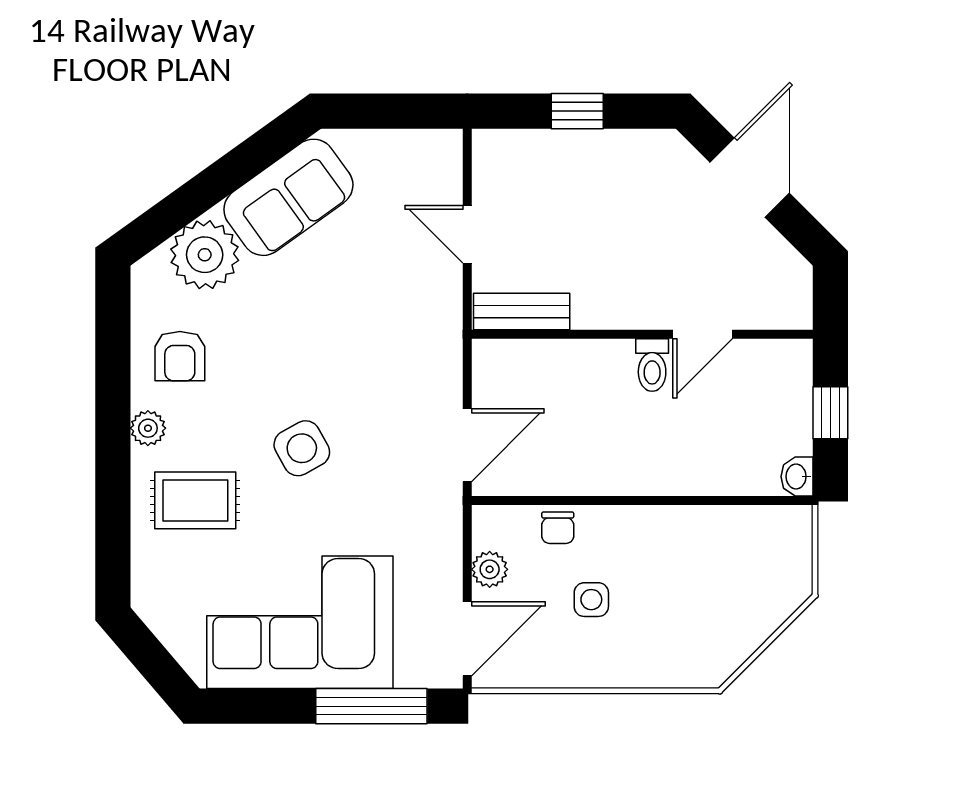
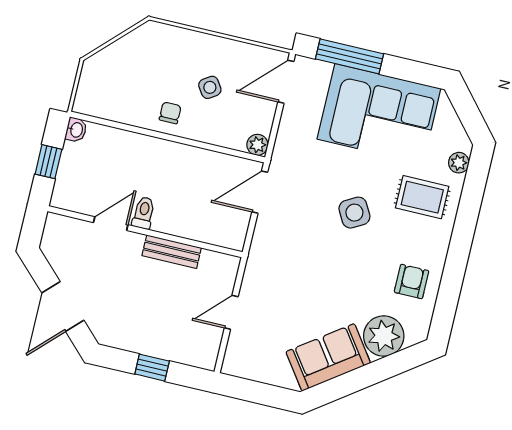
door: (467, 234) -> (231, 312), swing flipped
bench: (522, 312) -> (172, 252), moved
plant: (148, 428) -> (459, 163), moved
chair: (558, 528) -> (170, 113), moved
plant: (490, 569) -> (257, 145), moved
side table: (591, 600) -> (210, 87), turned -34

